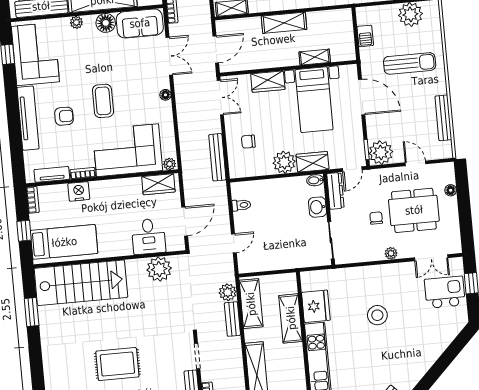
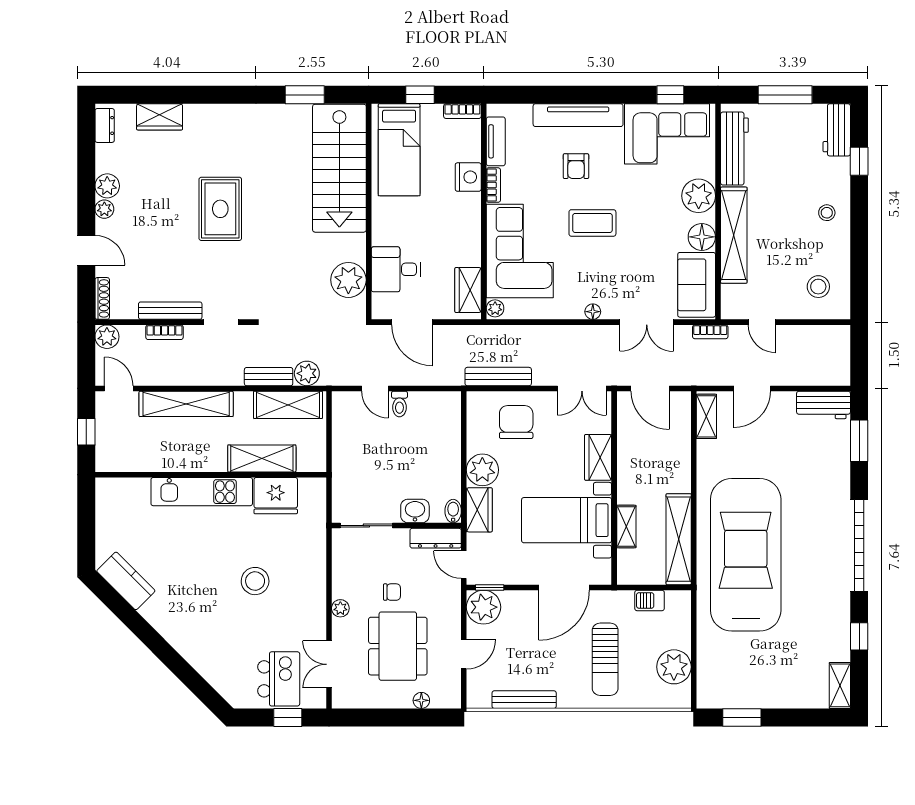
plant: (76, 22) -> (699, 196), width x1.88, depth x1.88
shelving: (284, 23) -> (679, 539), moved, width x1.47
chair: (248, 142) -> (516, 422), width x1.87, depth x1.87
toilet: (241, 205) -> (399, 404), moved

